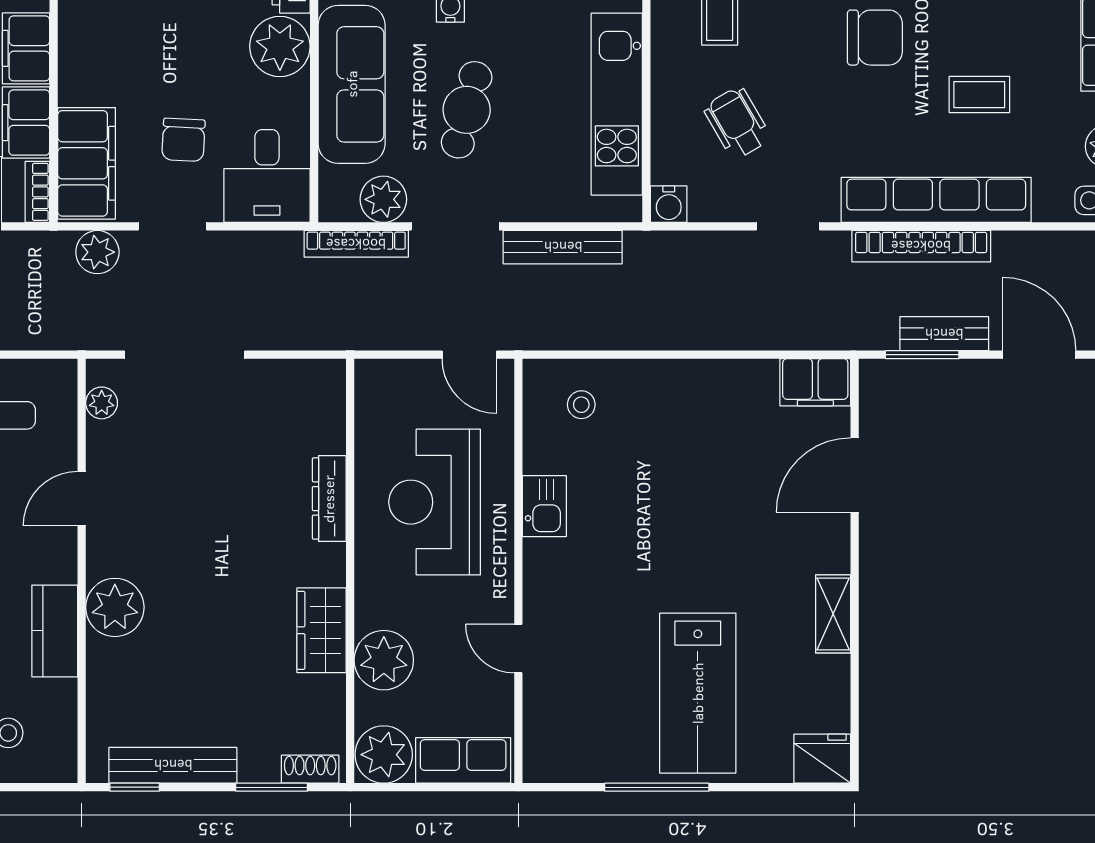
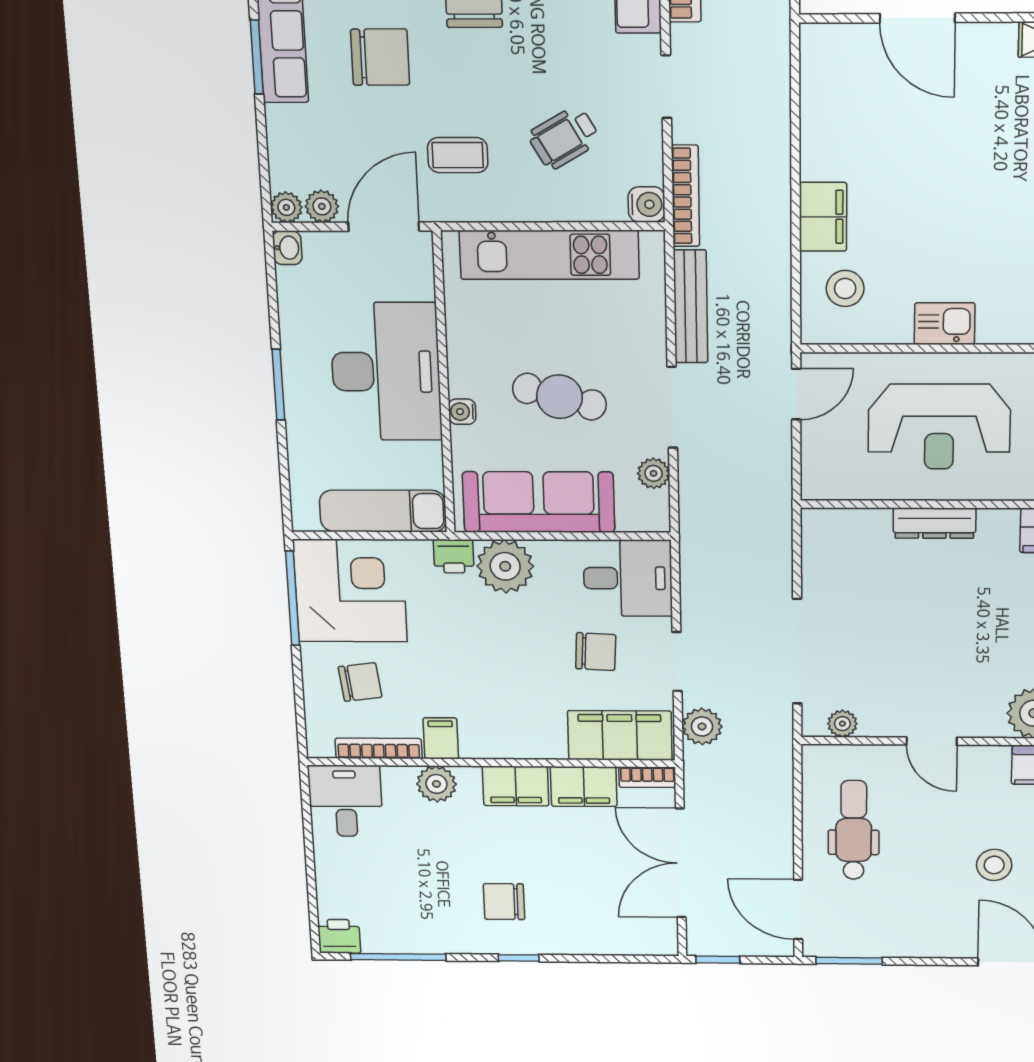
plant: (383, 199) -> (654, 473), width x0.73, depth x0.73
bookcase: (356, 244) -> (686, 196), moved
filing cabinet: (815, 382) -> (823, 217), moved
stool: (581, 405) -> (845, 288), width x1.37, depth x1.37

